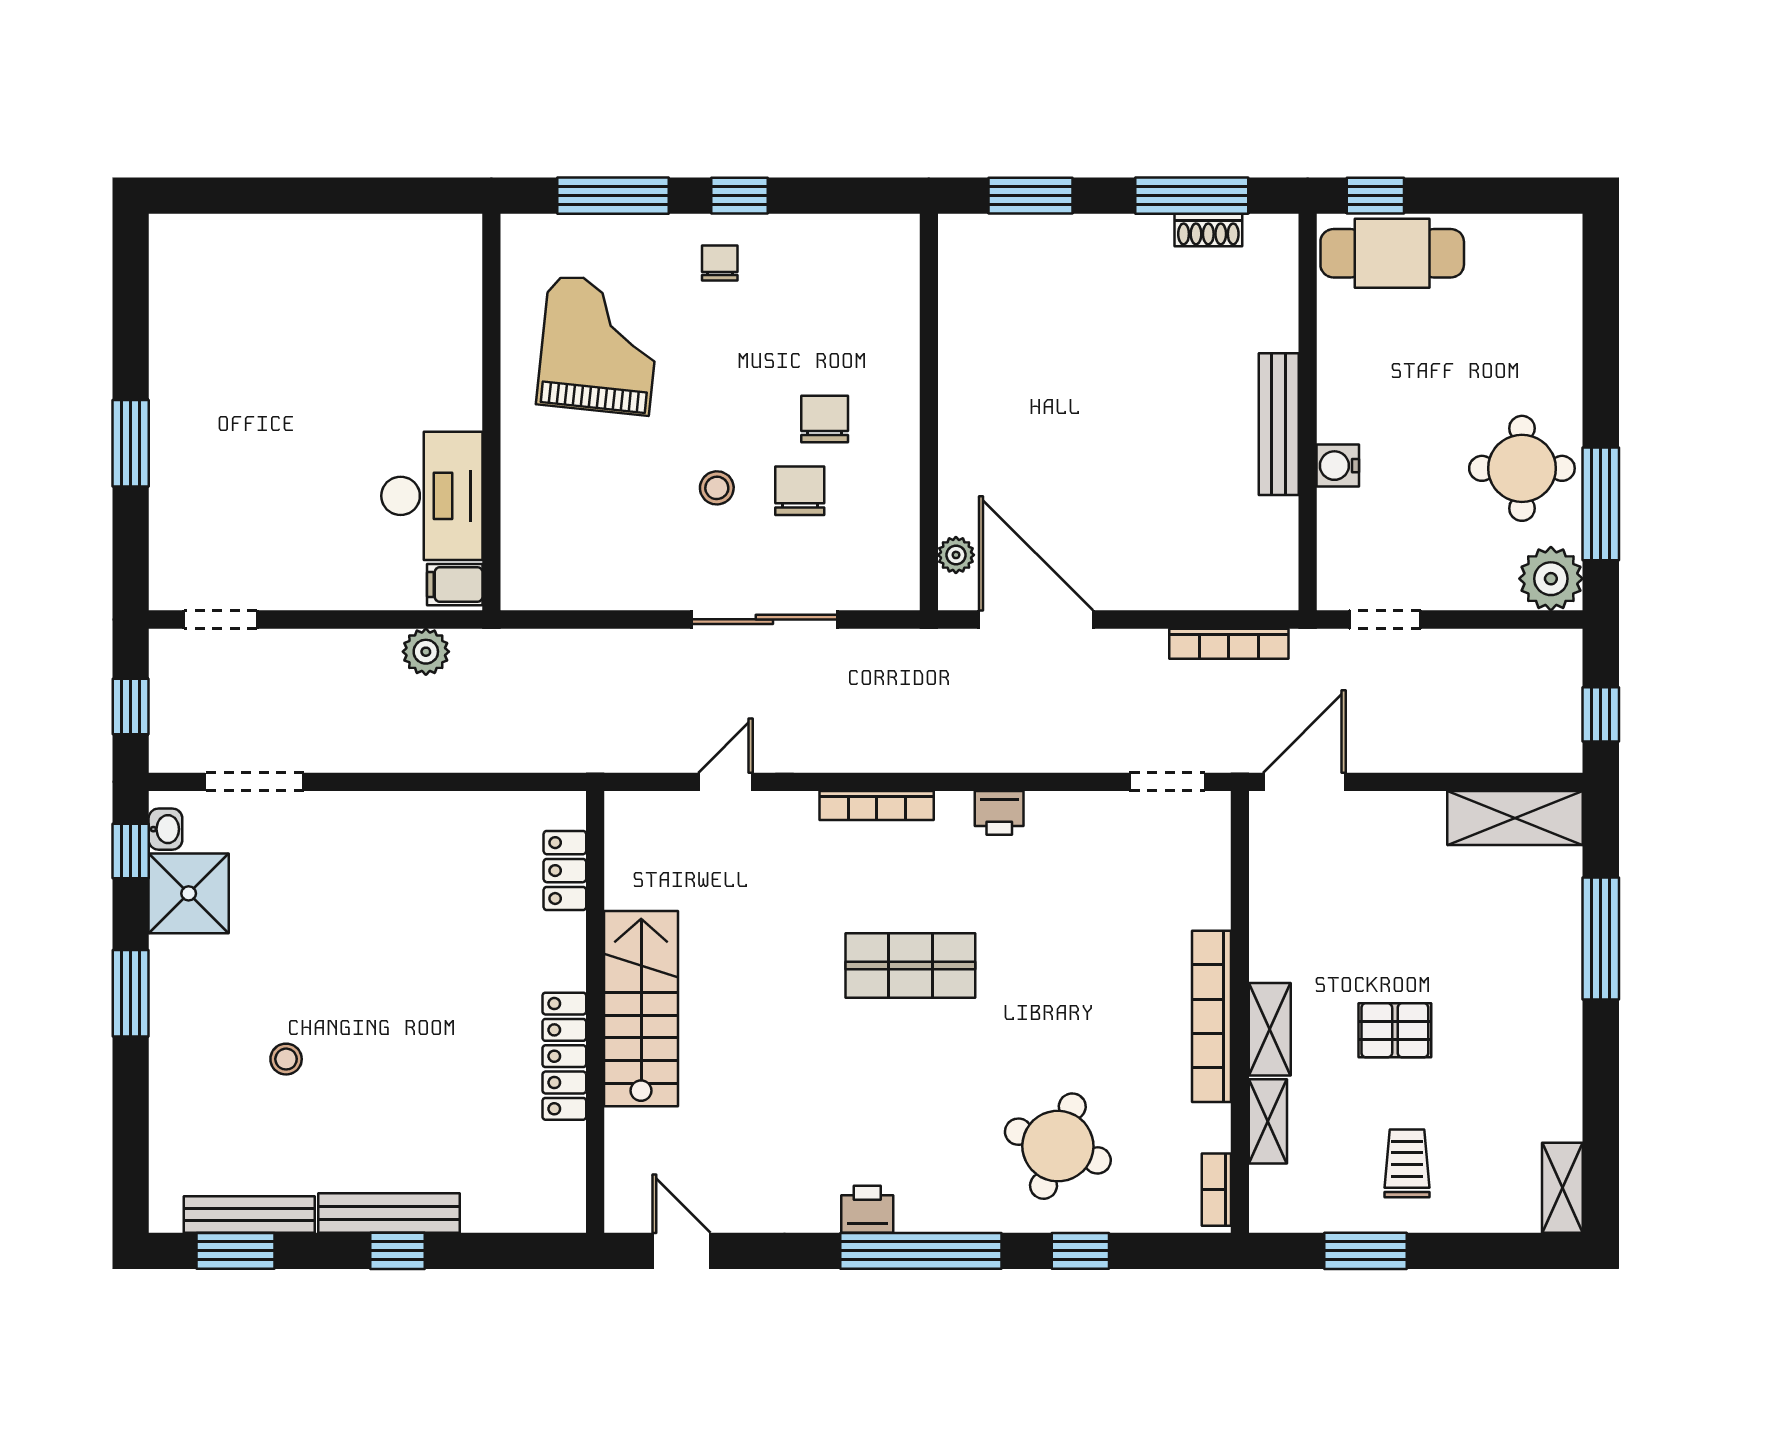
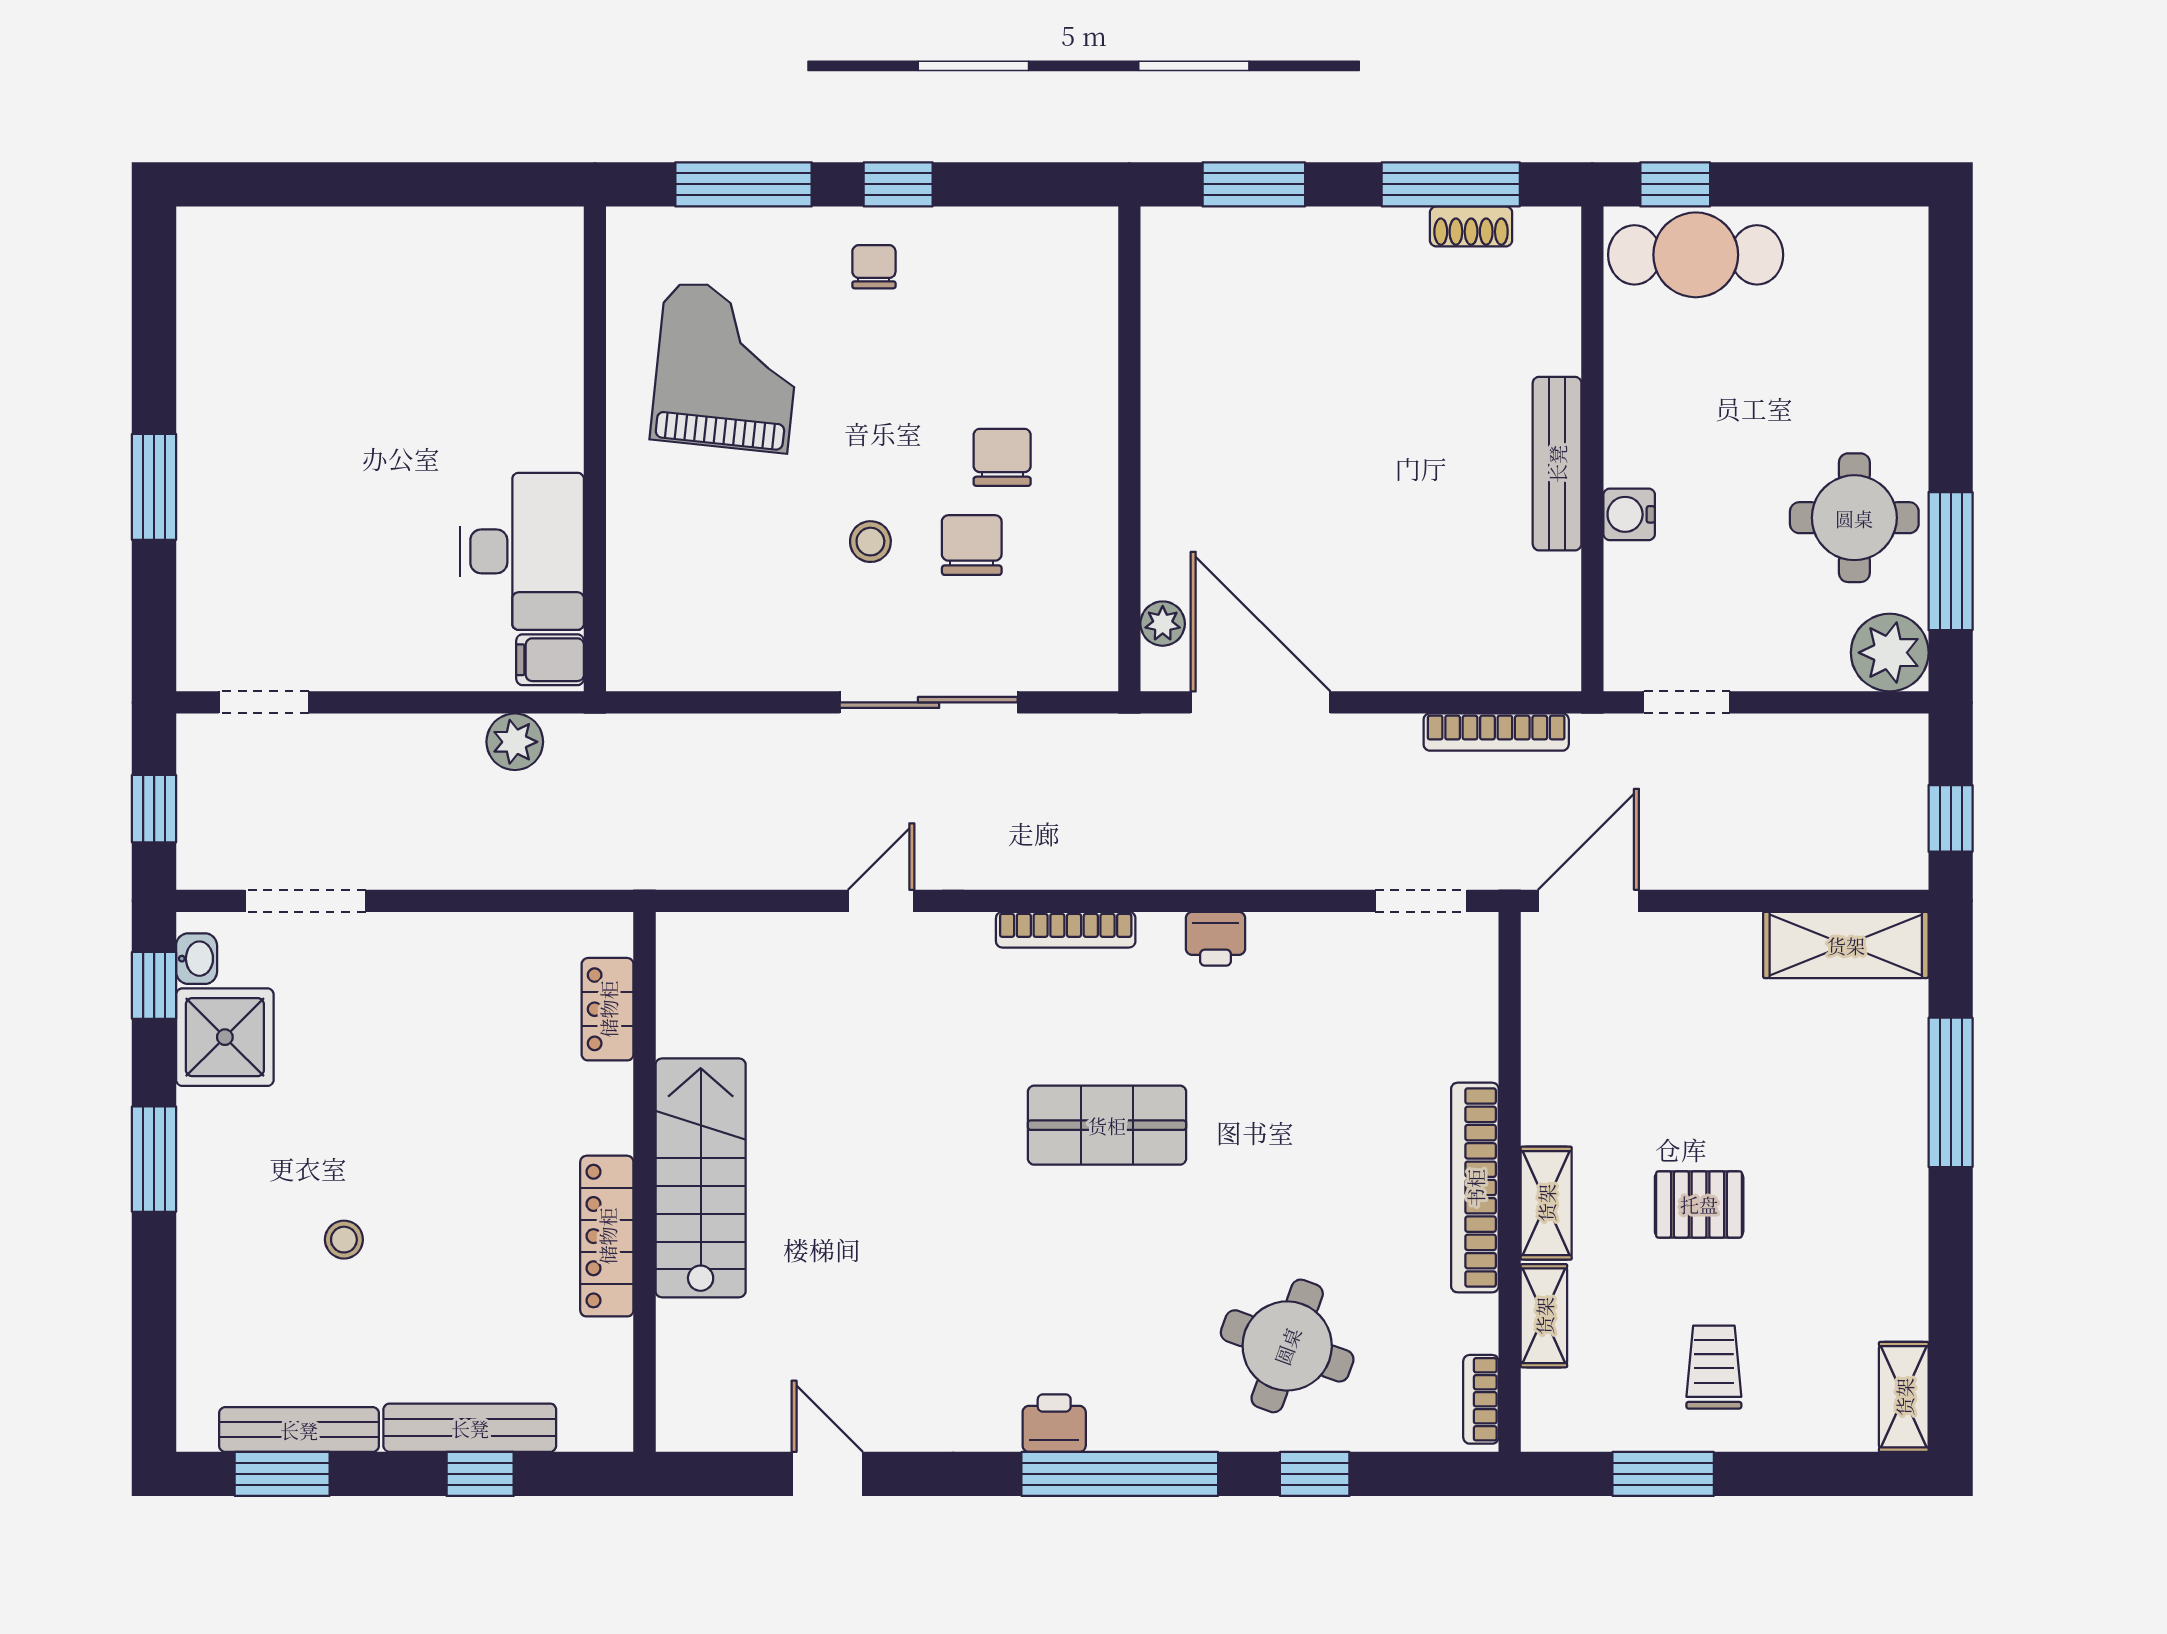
locker: (565, 871) -> (608, 1009), moved
stairs: (641, 1009) -> (701, 1178), moved
wall: (595, 1012) -> (644, 1182), moved
locker: (564, 1056) -> (607, 1236), moved

